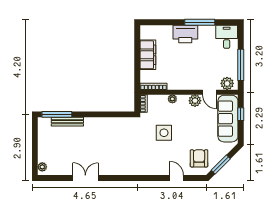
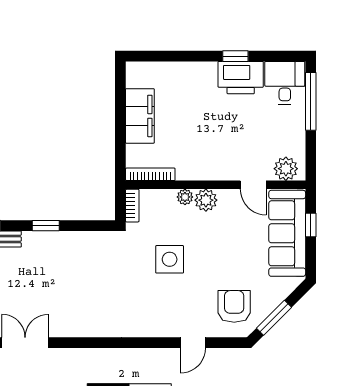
window: (200, 22) -> (235, 56), width x0.46
printer: (185, 34) -> (241, 78), moved
window: (241, 65) -> (311, 101), moved
plant: (195, 101) -> (206, 200), moved
window: (97, 114) -> (46, 226), added
door: (177, 178) -> (193, 343), swing flipped

